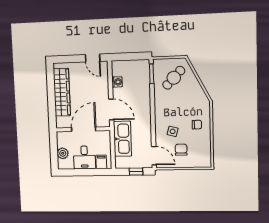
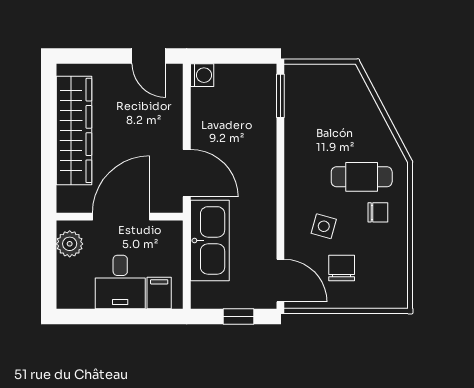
cafe table: (174, 78) -> (362, 177), moved, turned 46
washing machine: (117, 82) -> (202, 75), moved
plant: (63, 153) -> (70, 244), moved

